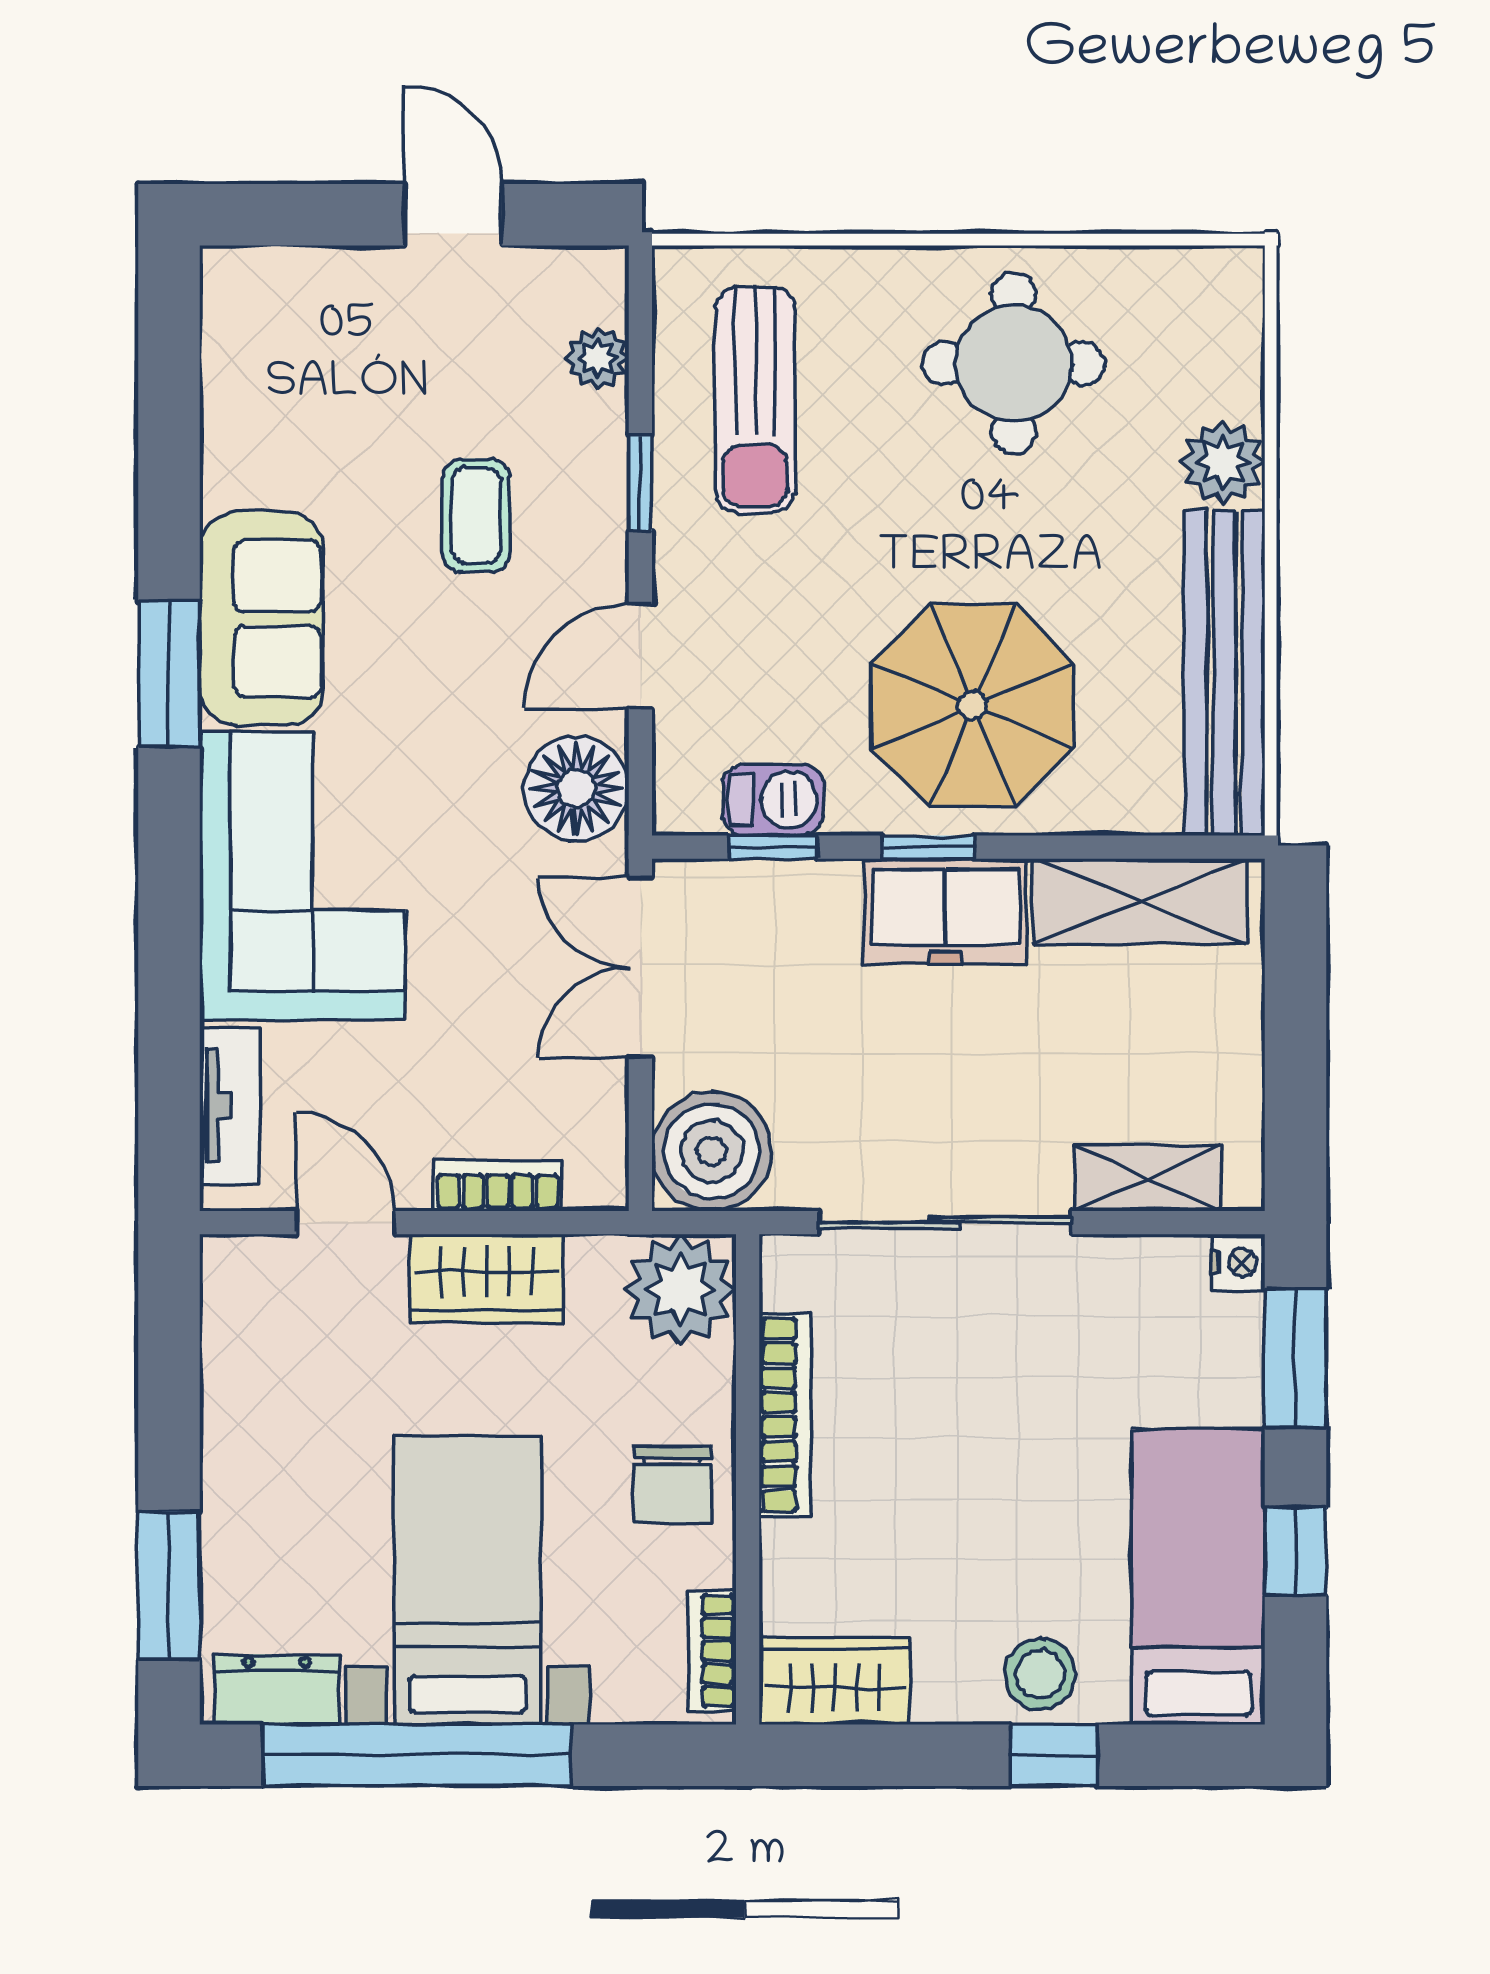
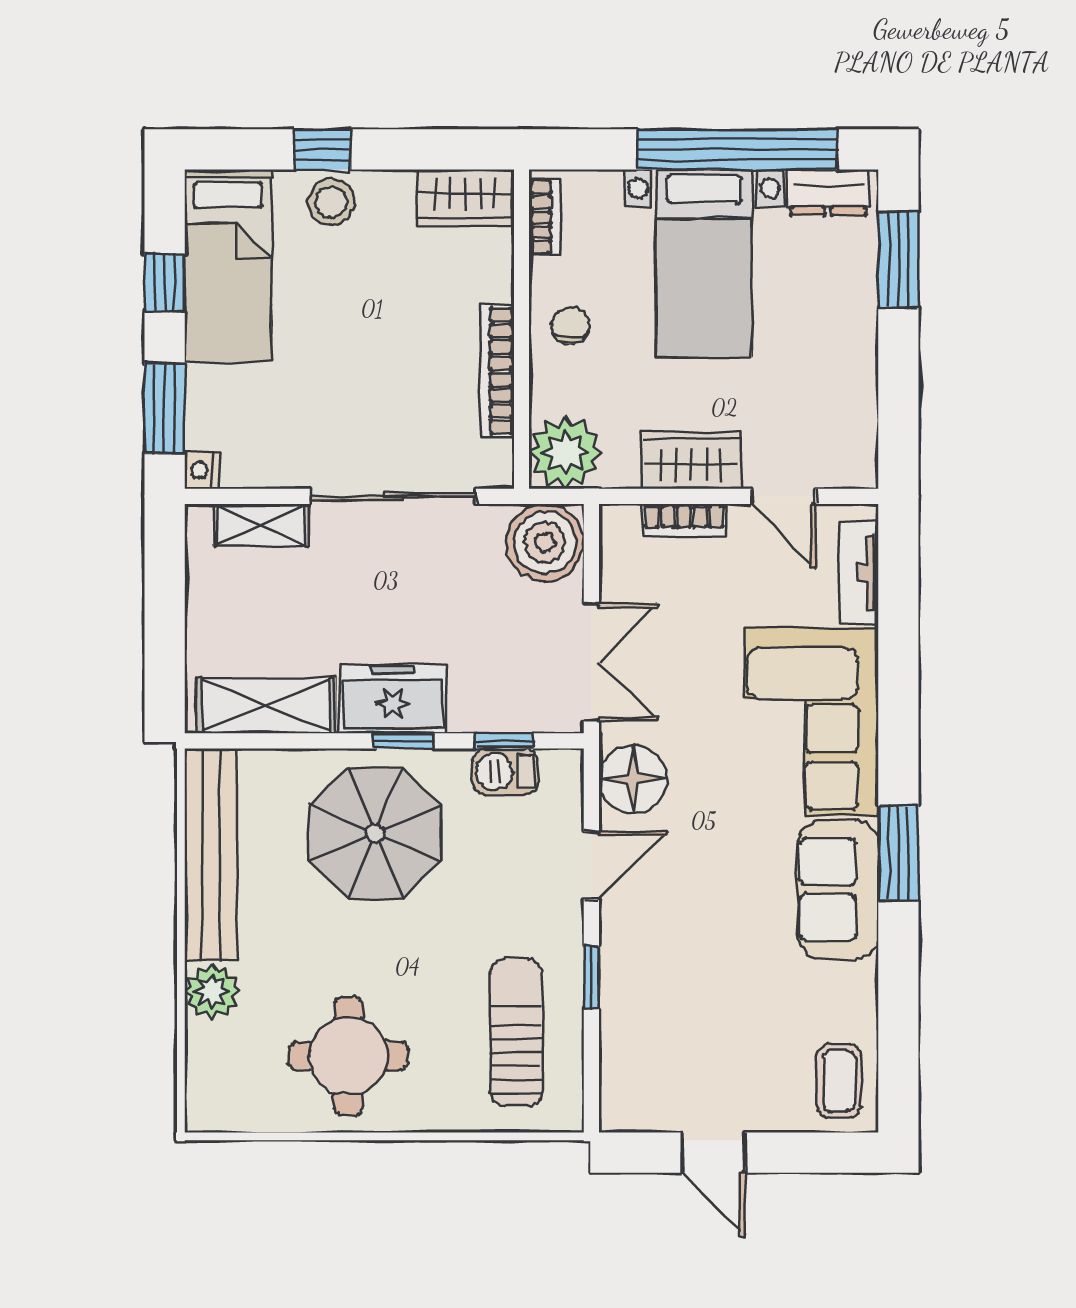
plant: (598, 358) -> (619, 1059), removed
coffee table: (476, 515) -> (839, 1081), moved
chair: (672, 1485) -> (570, 326), width x0.73, depth x0.73

